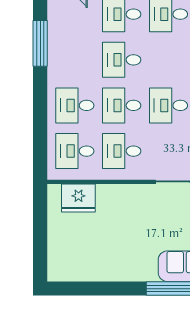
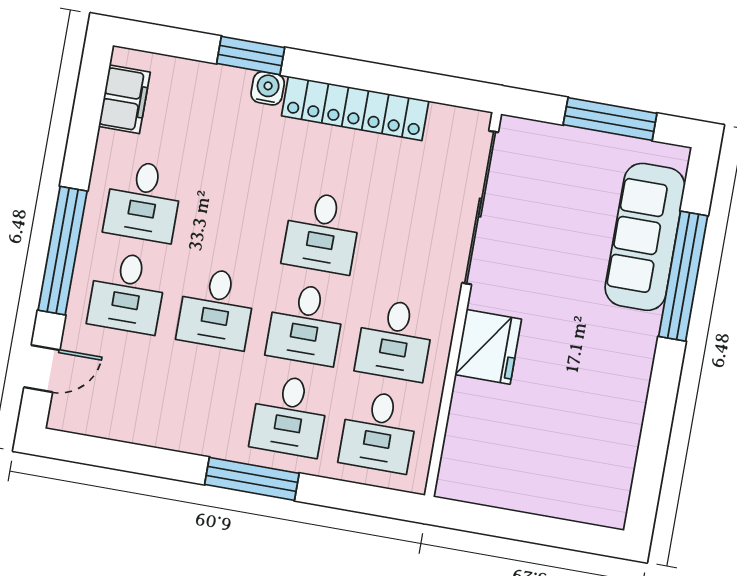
window: (40, 43) -> (252, 479), moved
fridge: (78, 198) -> (488, 347), moved

